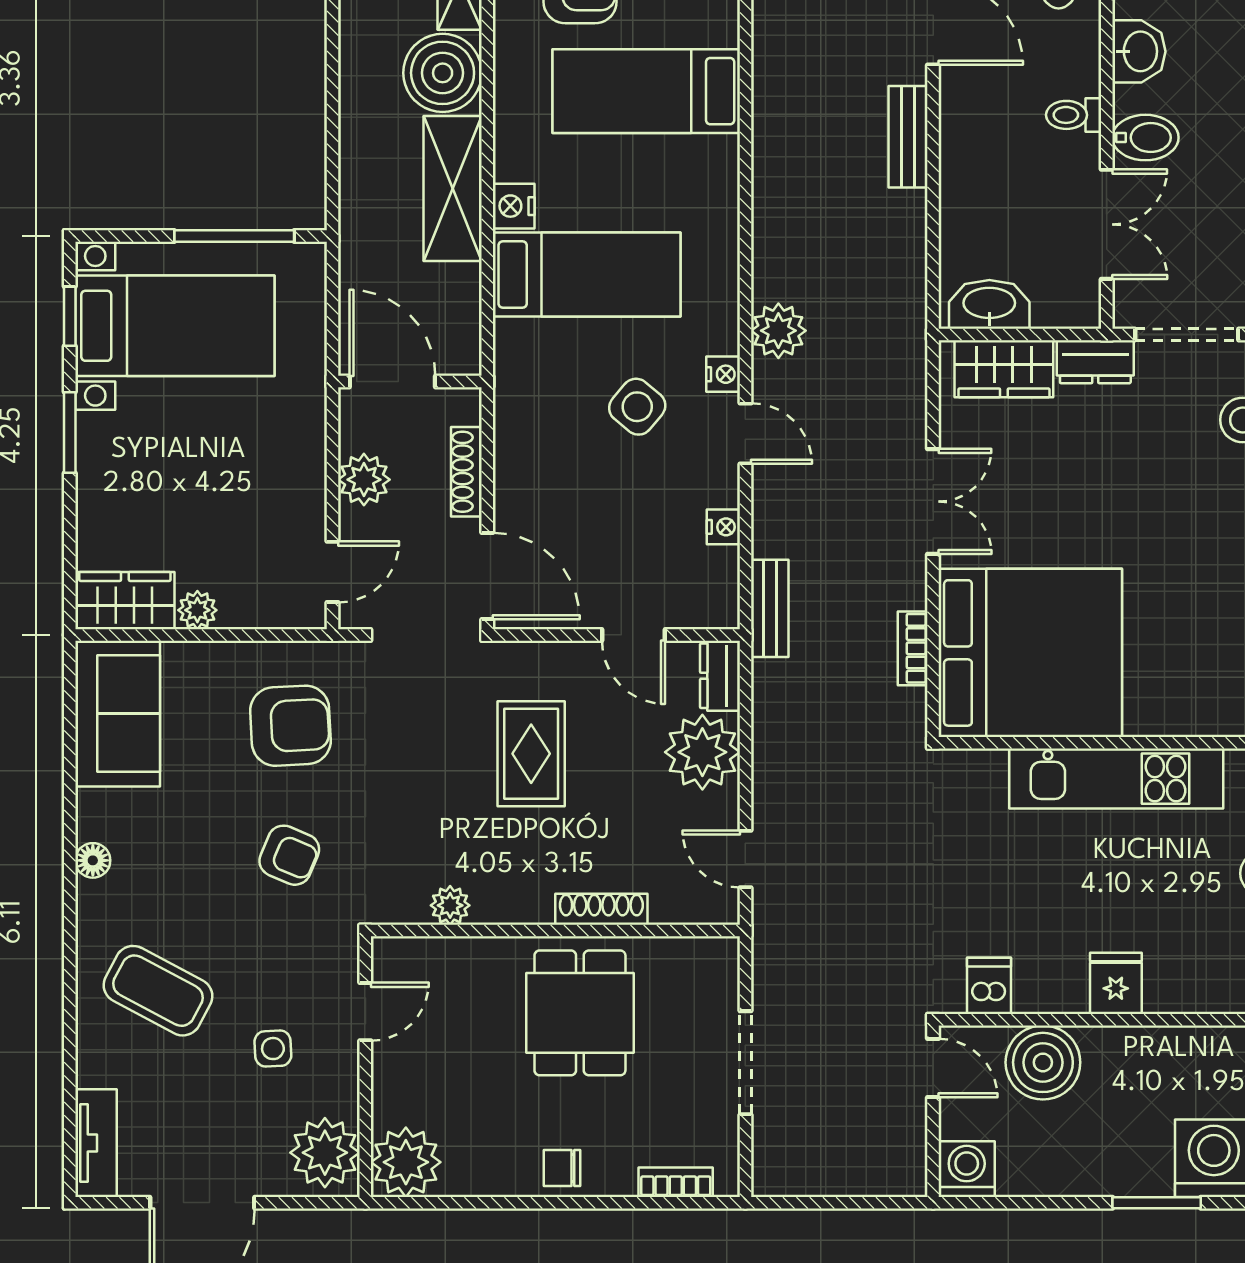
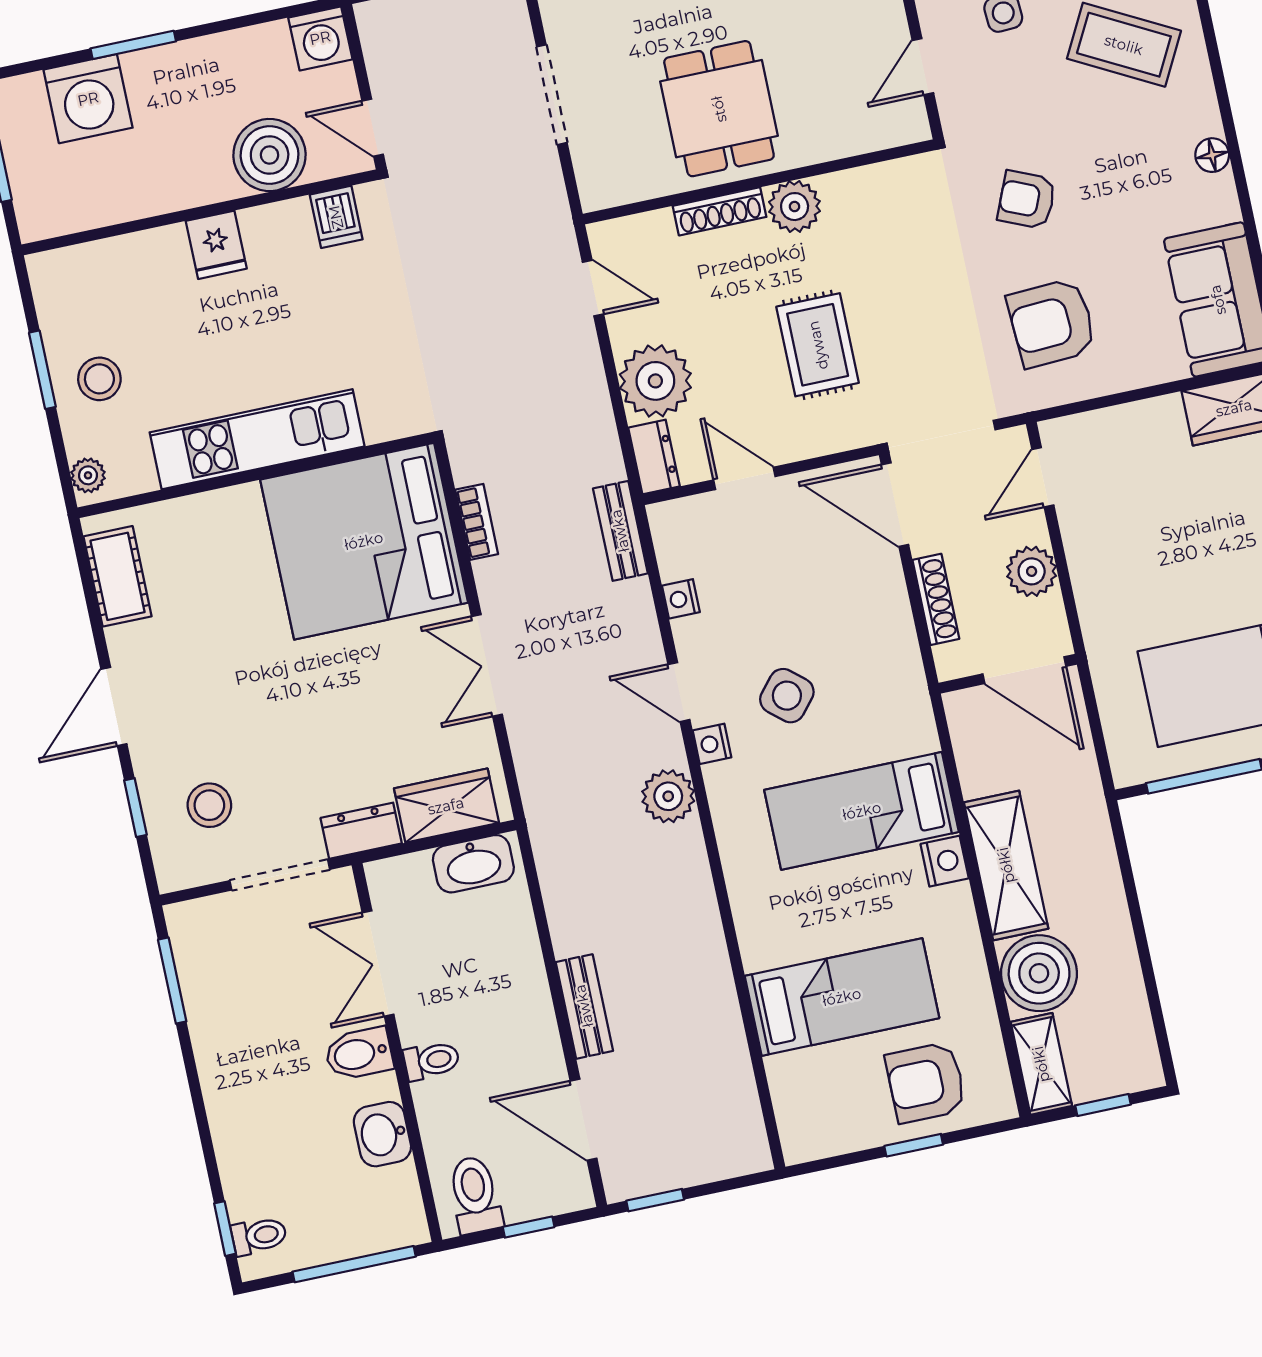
plant: (197, 610) -> (1163, 414), removed
plant: (450, 905) -> (795, 207), moved, width x1.38, depth x1.38

